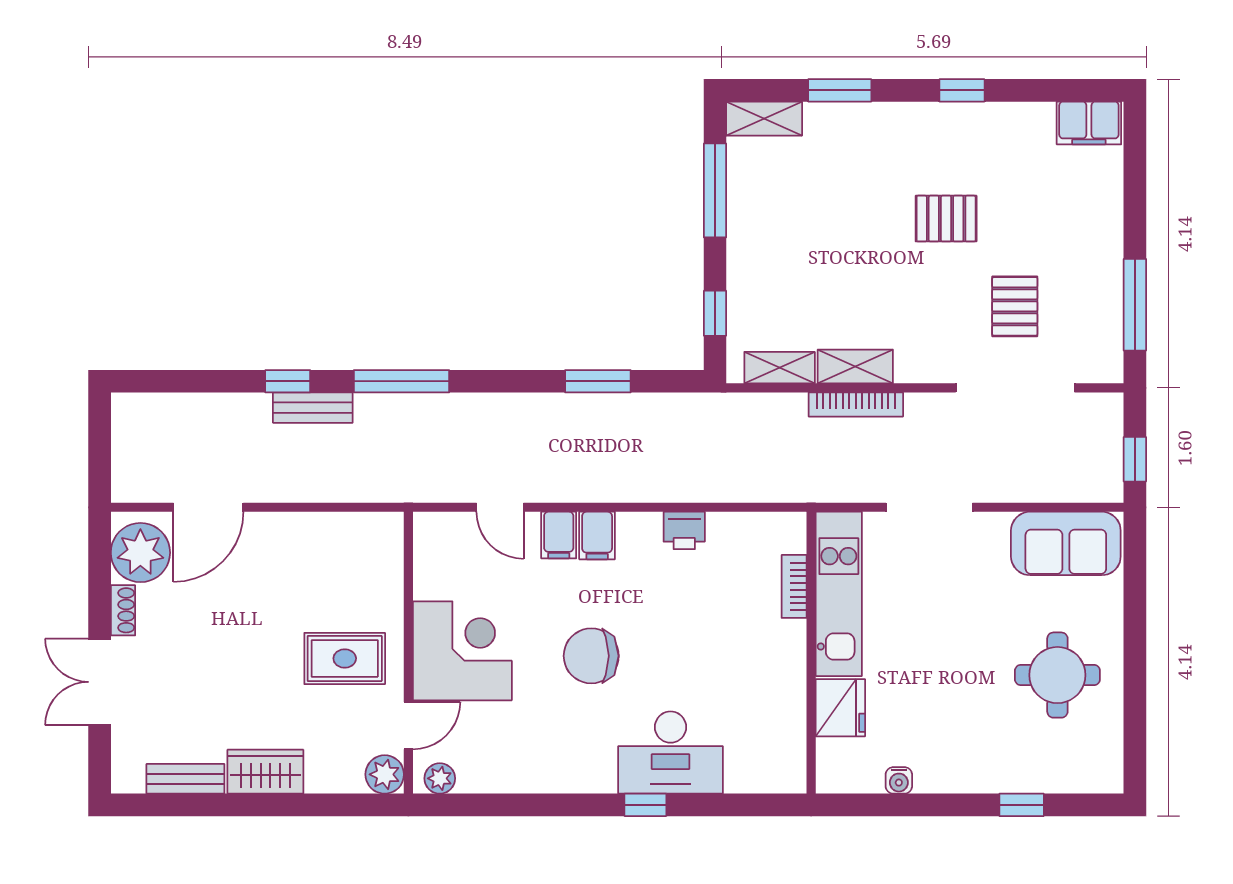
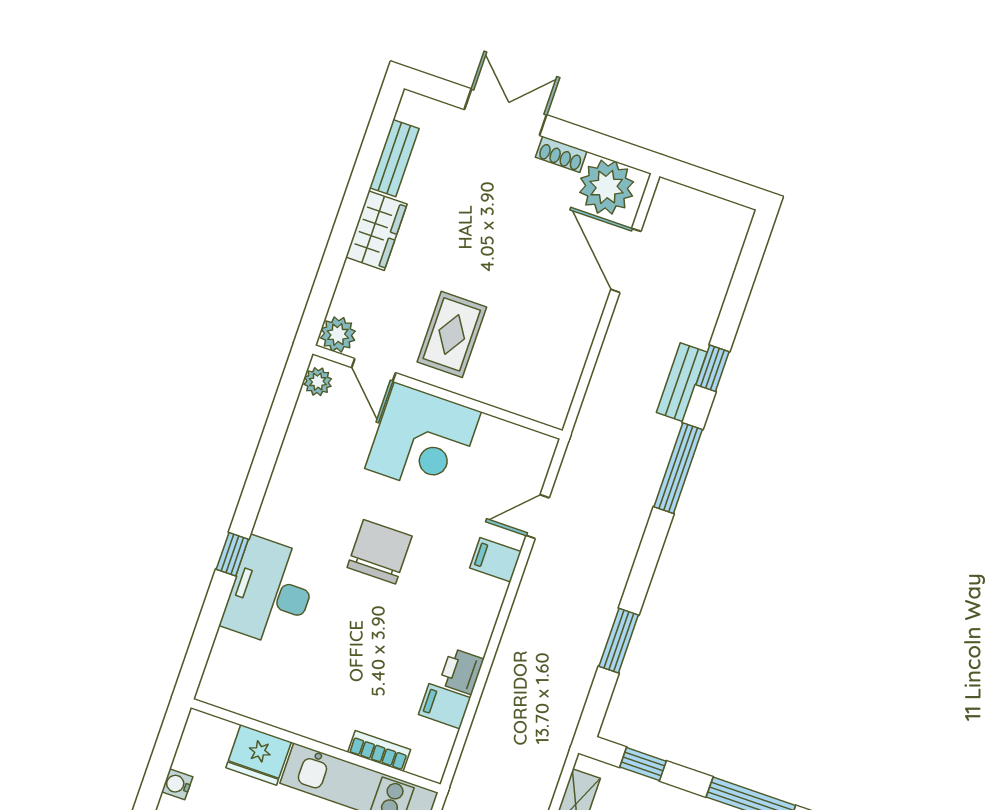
filing cabinet: (597, 536) -> (445, 706), moved

